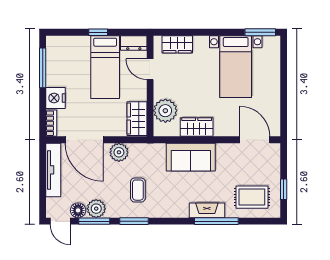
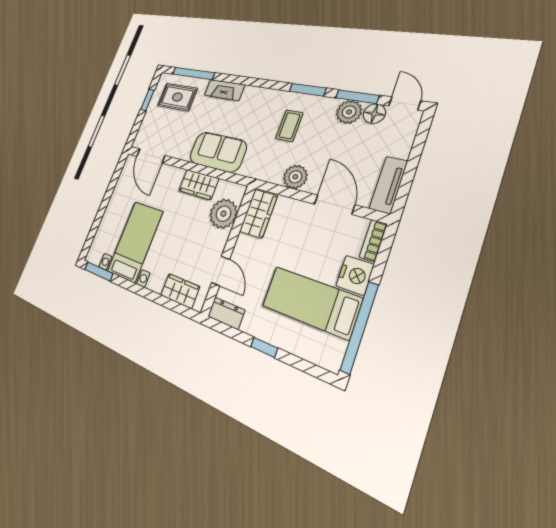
bed: (105, 67) -> (311, 302), moved, turned -90
window: (43, 68) -> (359, 327), width x1.46
door: (84, 140) -> (334, 205), width x0.73
tv unit: (53, 170) -> (388, 185), width x0.71
window: (216, 221) -> (193, 73), moved

